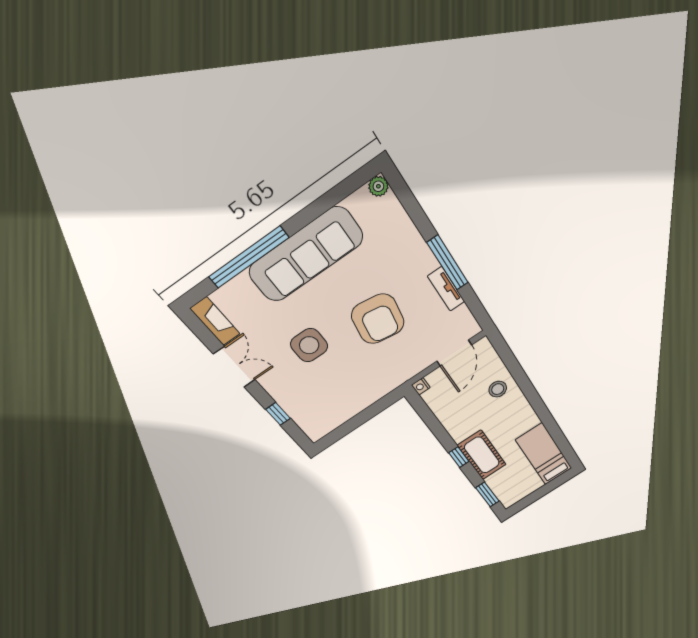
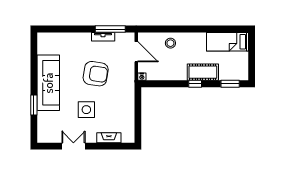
plant: (378, 186) -> (42, 37), removed
window: (249, 257) -> (34, 105), width x0.47
window: (448, 263) -> (110, 29), moved
fireplace: (215, 321) -> (109, 138), moved
window: (278, 414) -> (108, 146), removed

